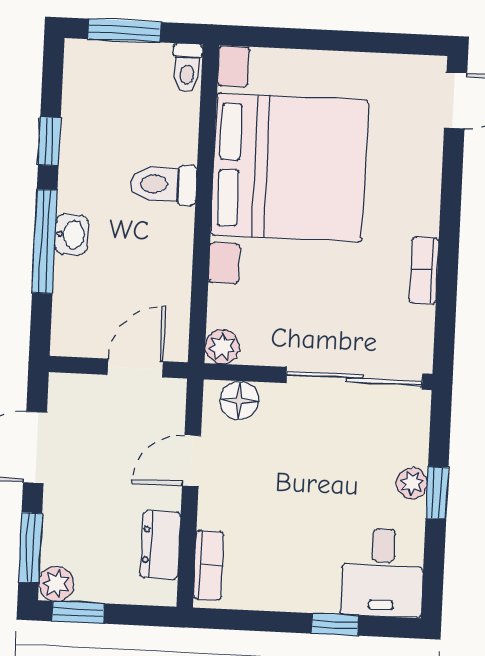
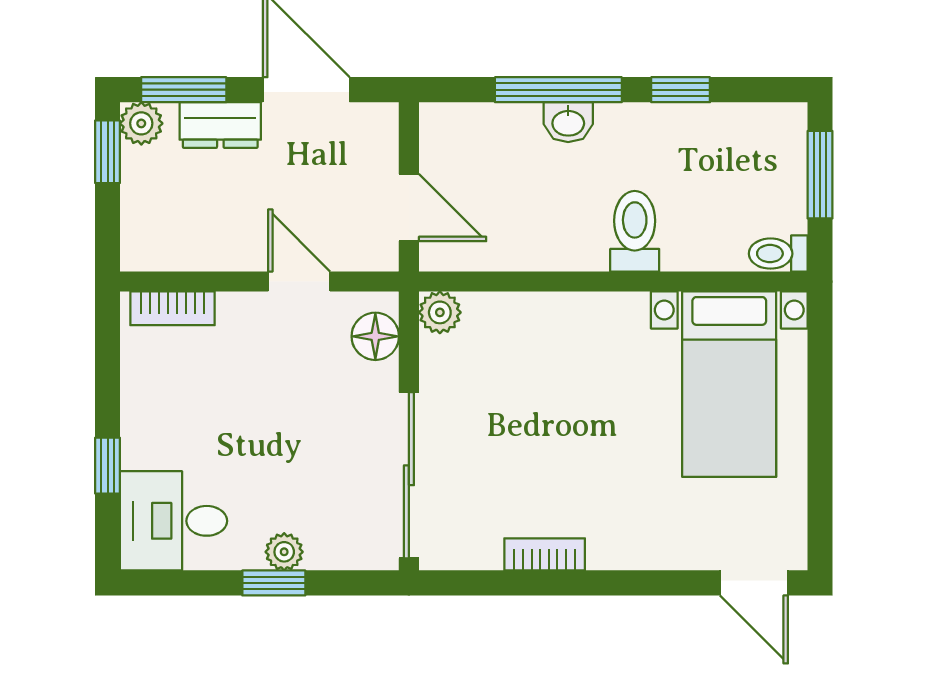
bed with nightstands: (289, 167) -> (729, 384), width x0.54
dresser: (161, 545) -> (220, 125), moved, turned 180

